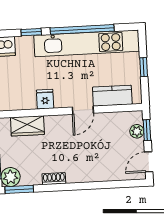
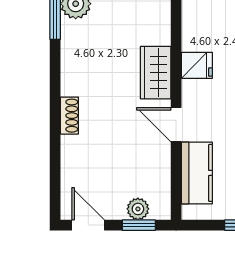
wardrobe: (27, 126) -> (156, 73), moved
shoe rack: (54, 179) -> (69, 116), moved

